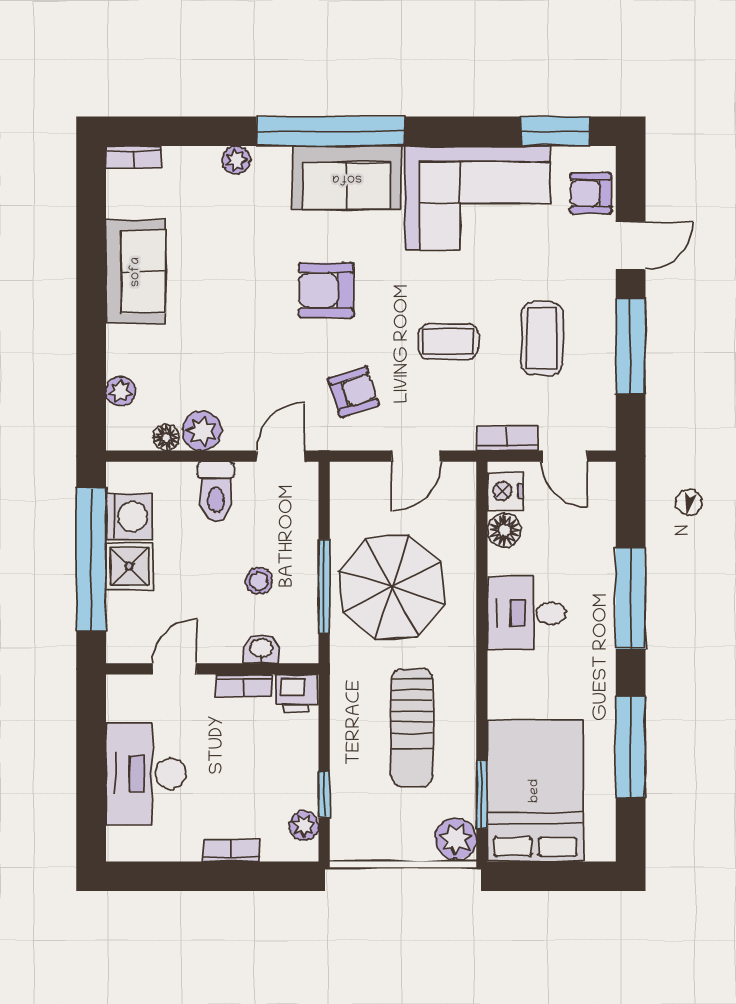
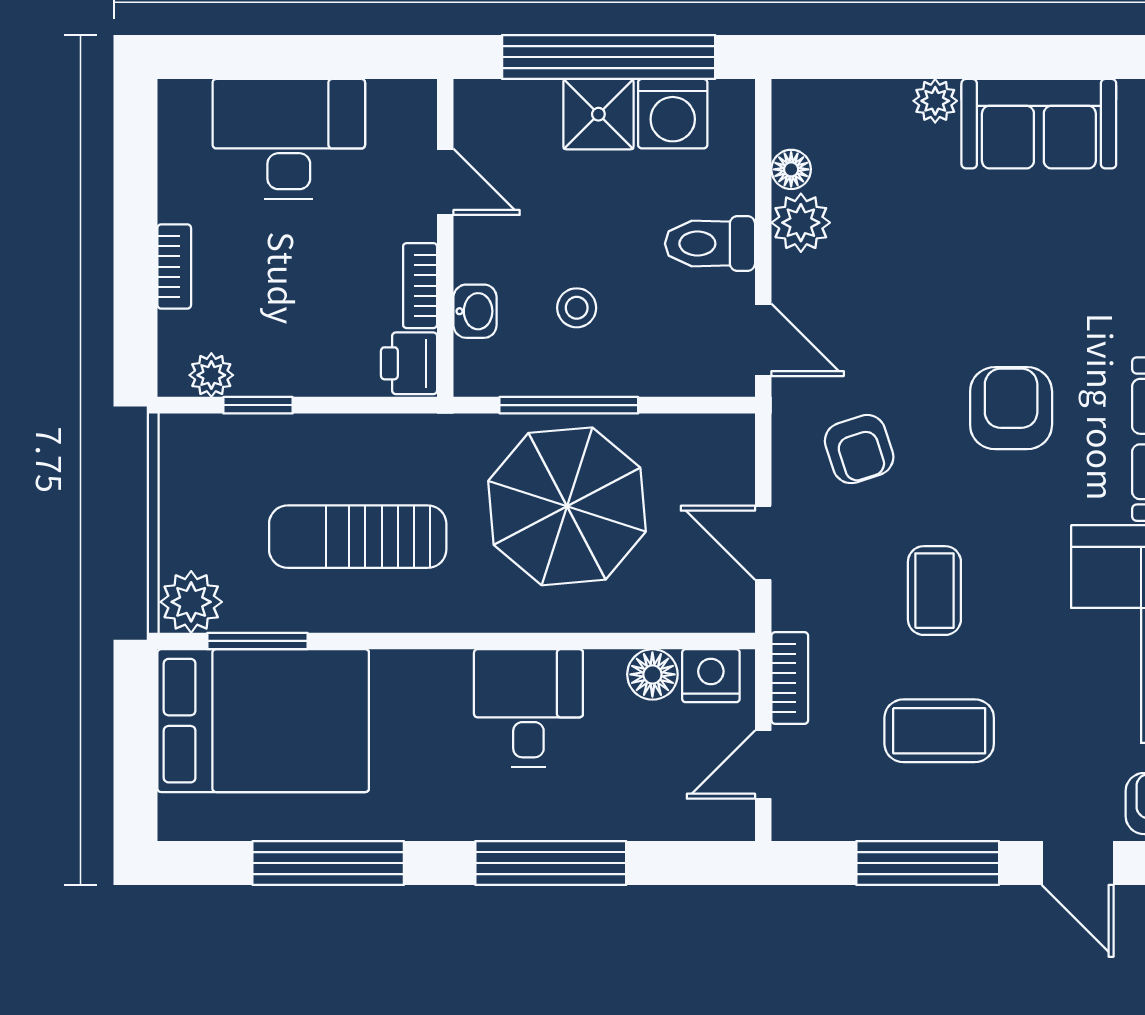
plant: (120, 391) -> (935, 101), moved

